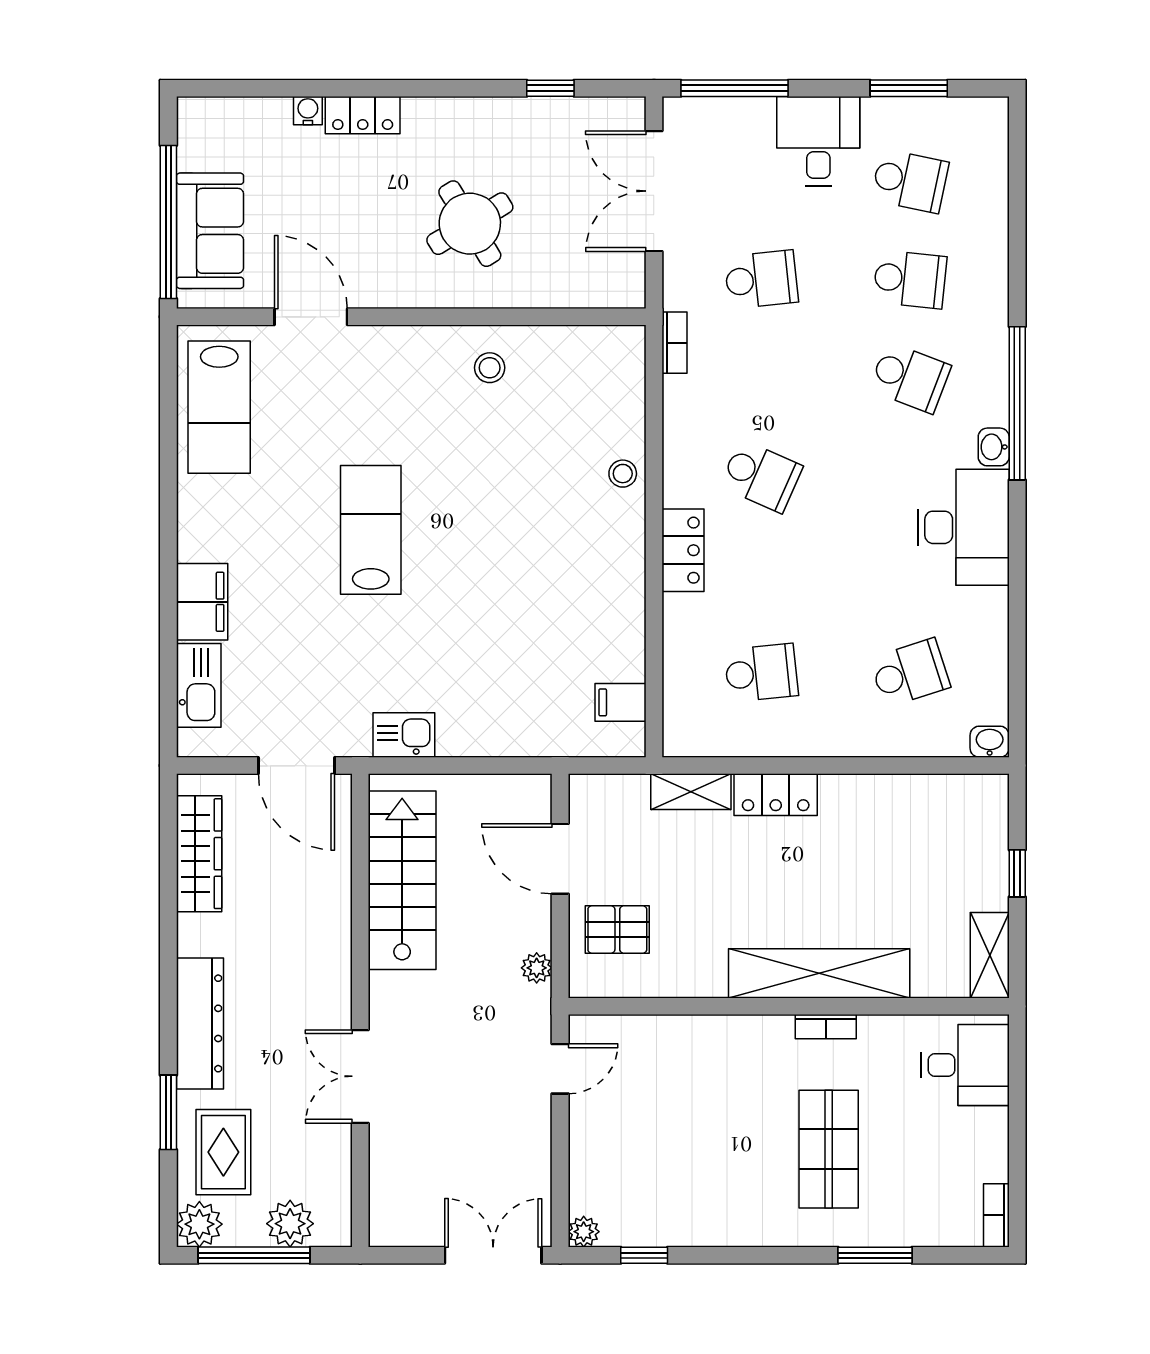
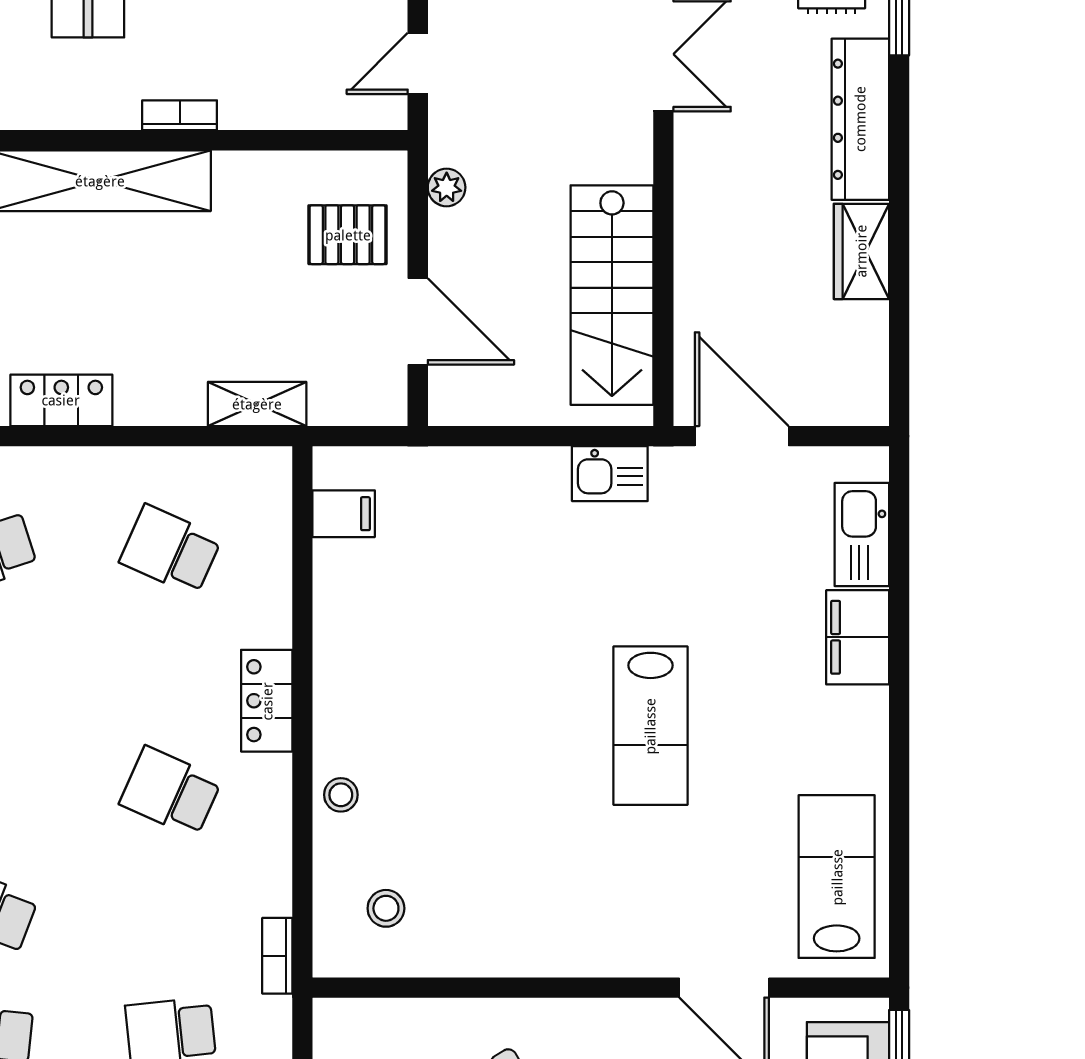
stool: (490, 368) -> (386, 908), moved
school desk: (761, 673) -> (171, 550), turned 30
locker: (776, 795) -> (61, 400), moved
wardrobe: (199, 854) -> (861, 251), moved, width x0.67
bookcase: (826, 1027) -> (180, 115), moved

